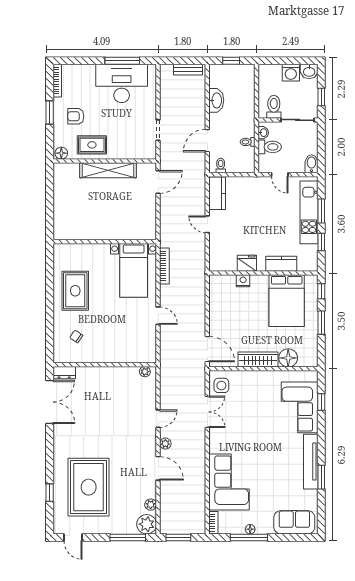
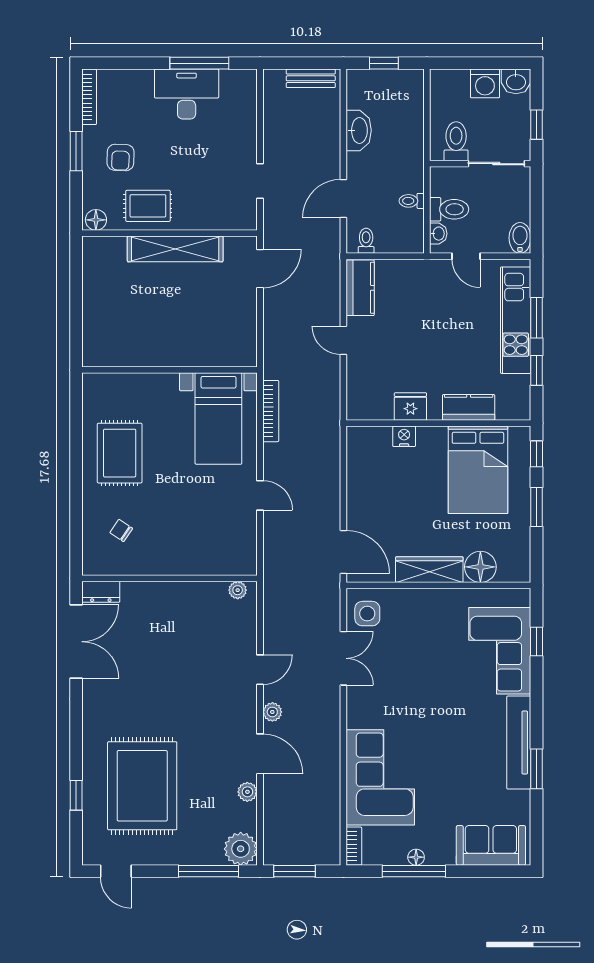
desk: (122, 83) -> (187, 94), width x0.73, depth x0.77
armchair: (76, 116) -> (121, 157), turned -88
washbasin: (263, 133) -> (438, 234), moved
plant: (151, 505) -> (247, 792), moved

